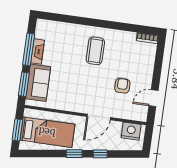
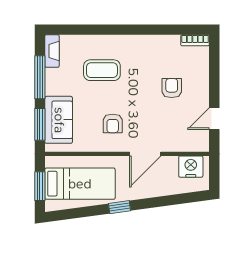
fireplace: (38, 51) -> (52, 51), moved
coffee table: (95, 51) -> (102, 70), moved, turned 90
armchair: (122, 86) -> (172, 88), moved
armchair: (78, 91) -> (113, 123), added
window: (100, 154) -> (154, 202), removed

